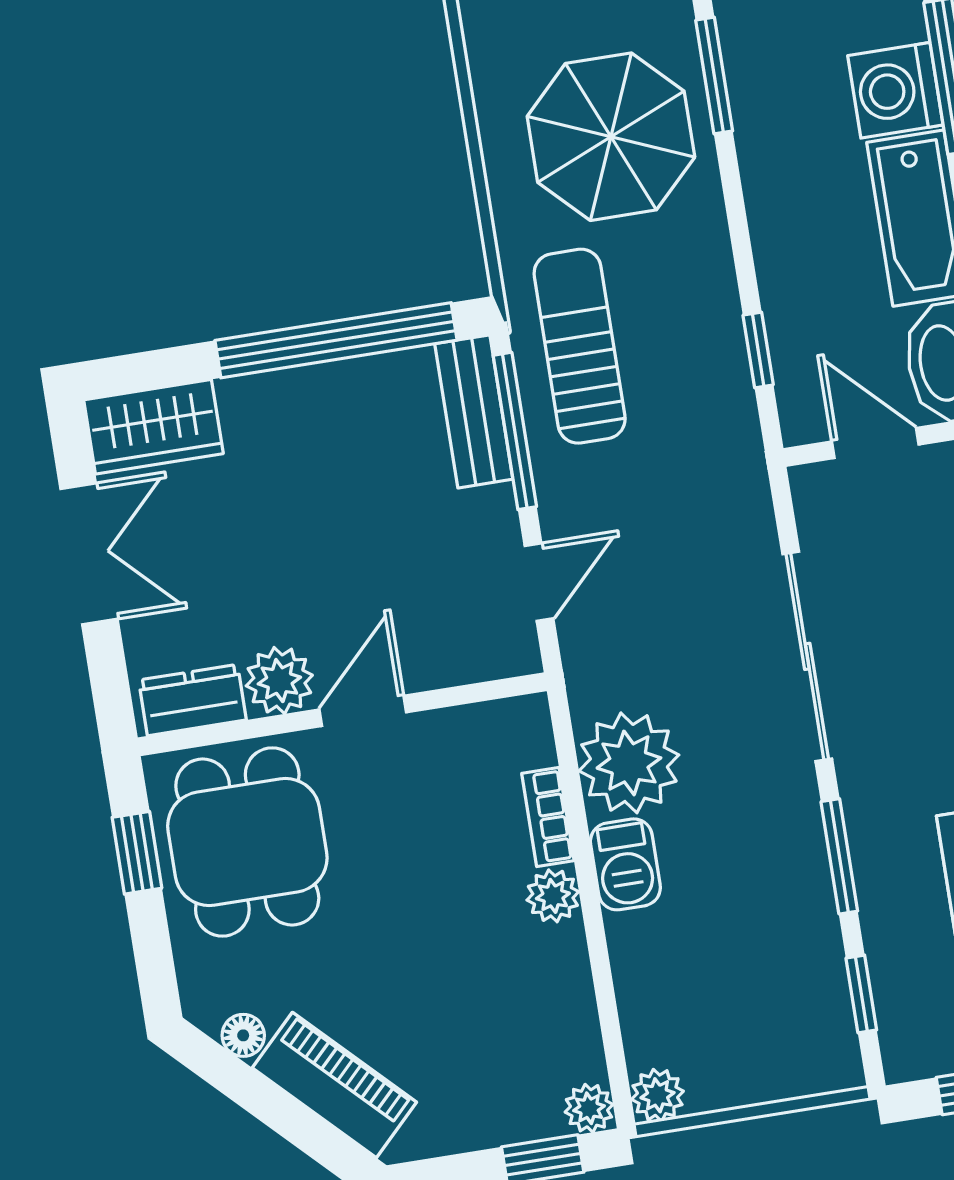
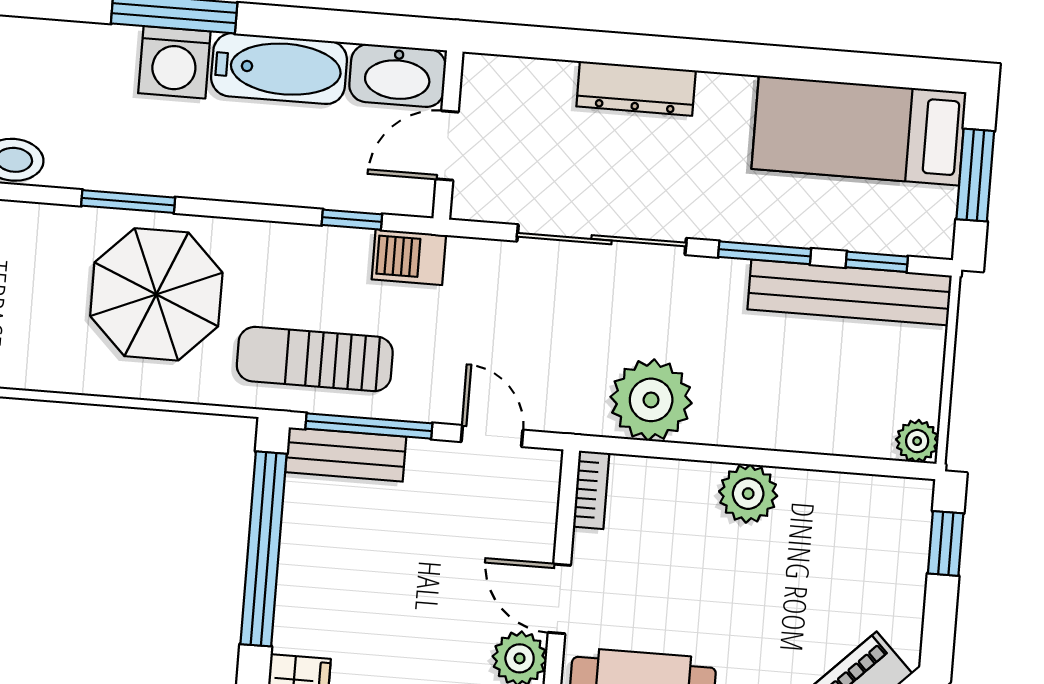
bookcase: (548, 817) -> (591, 490), moved, turned -90
barbecue: (625, 864) -> (409, 257), moved, turned 180
plant: (553, 896) -> (748, 494), width x1.38, depth x1.38
bench: (817, 970) -> (850, 292), added
plant: (589, 1108) -> (914, 497), removed

